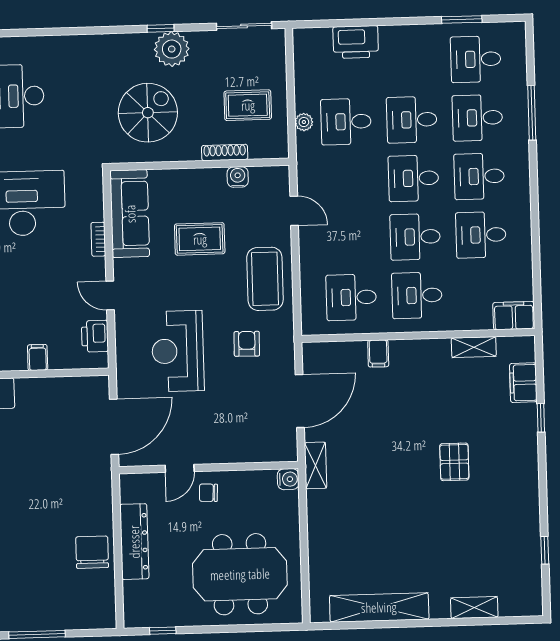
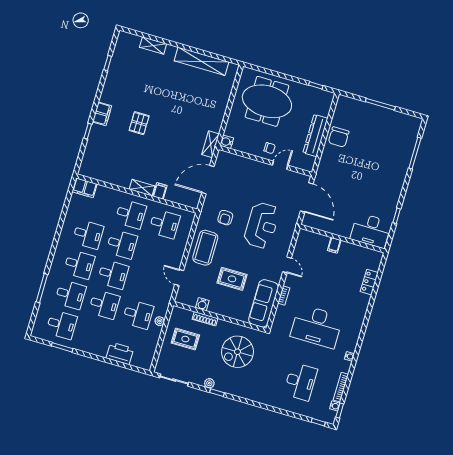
plant: (172, 49) -> (209, 383), width x0.53, depth x0.53
printer: (95, 336) -> (301, 247), removed
shelving: (474, 347) -> (142, 188), moved
filing cabinet: (523, 383) -> (102, 114), moved
door: (114, 427) -> (307, 197), swing flipped

